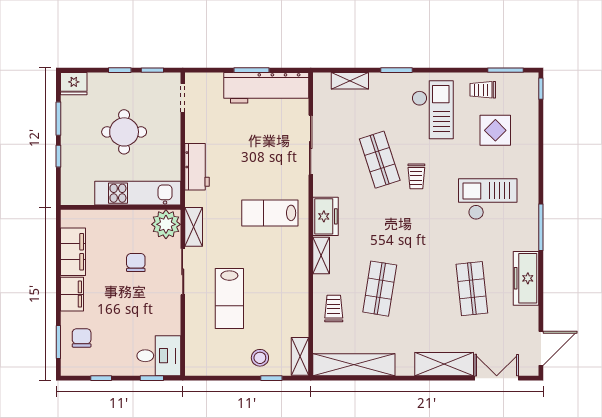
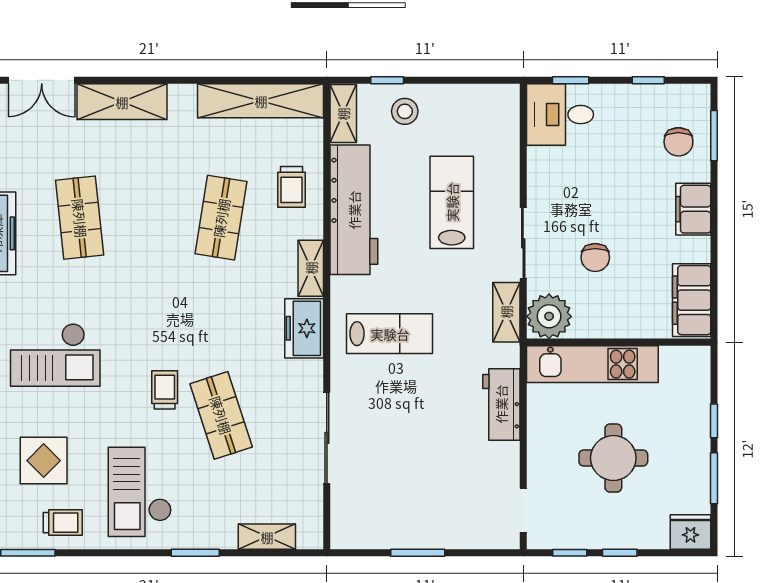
workbench: (266, 88) -> (354, 210), moved, turned 90
filing cabinet: (73, 252) -> (692, 300), moved

